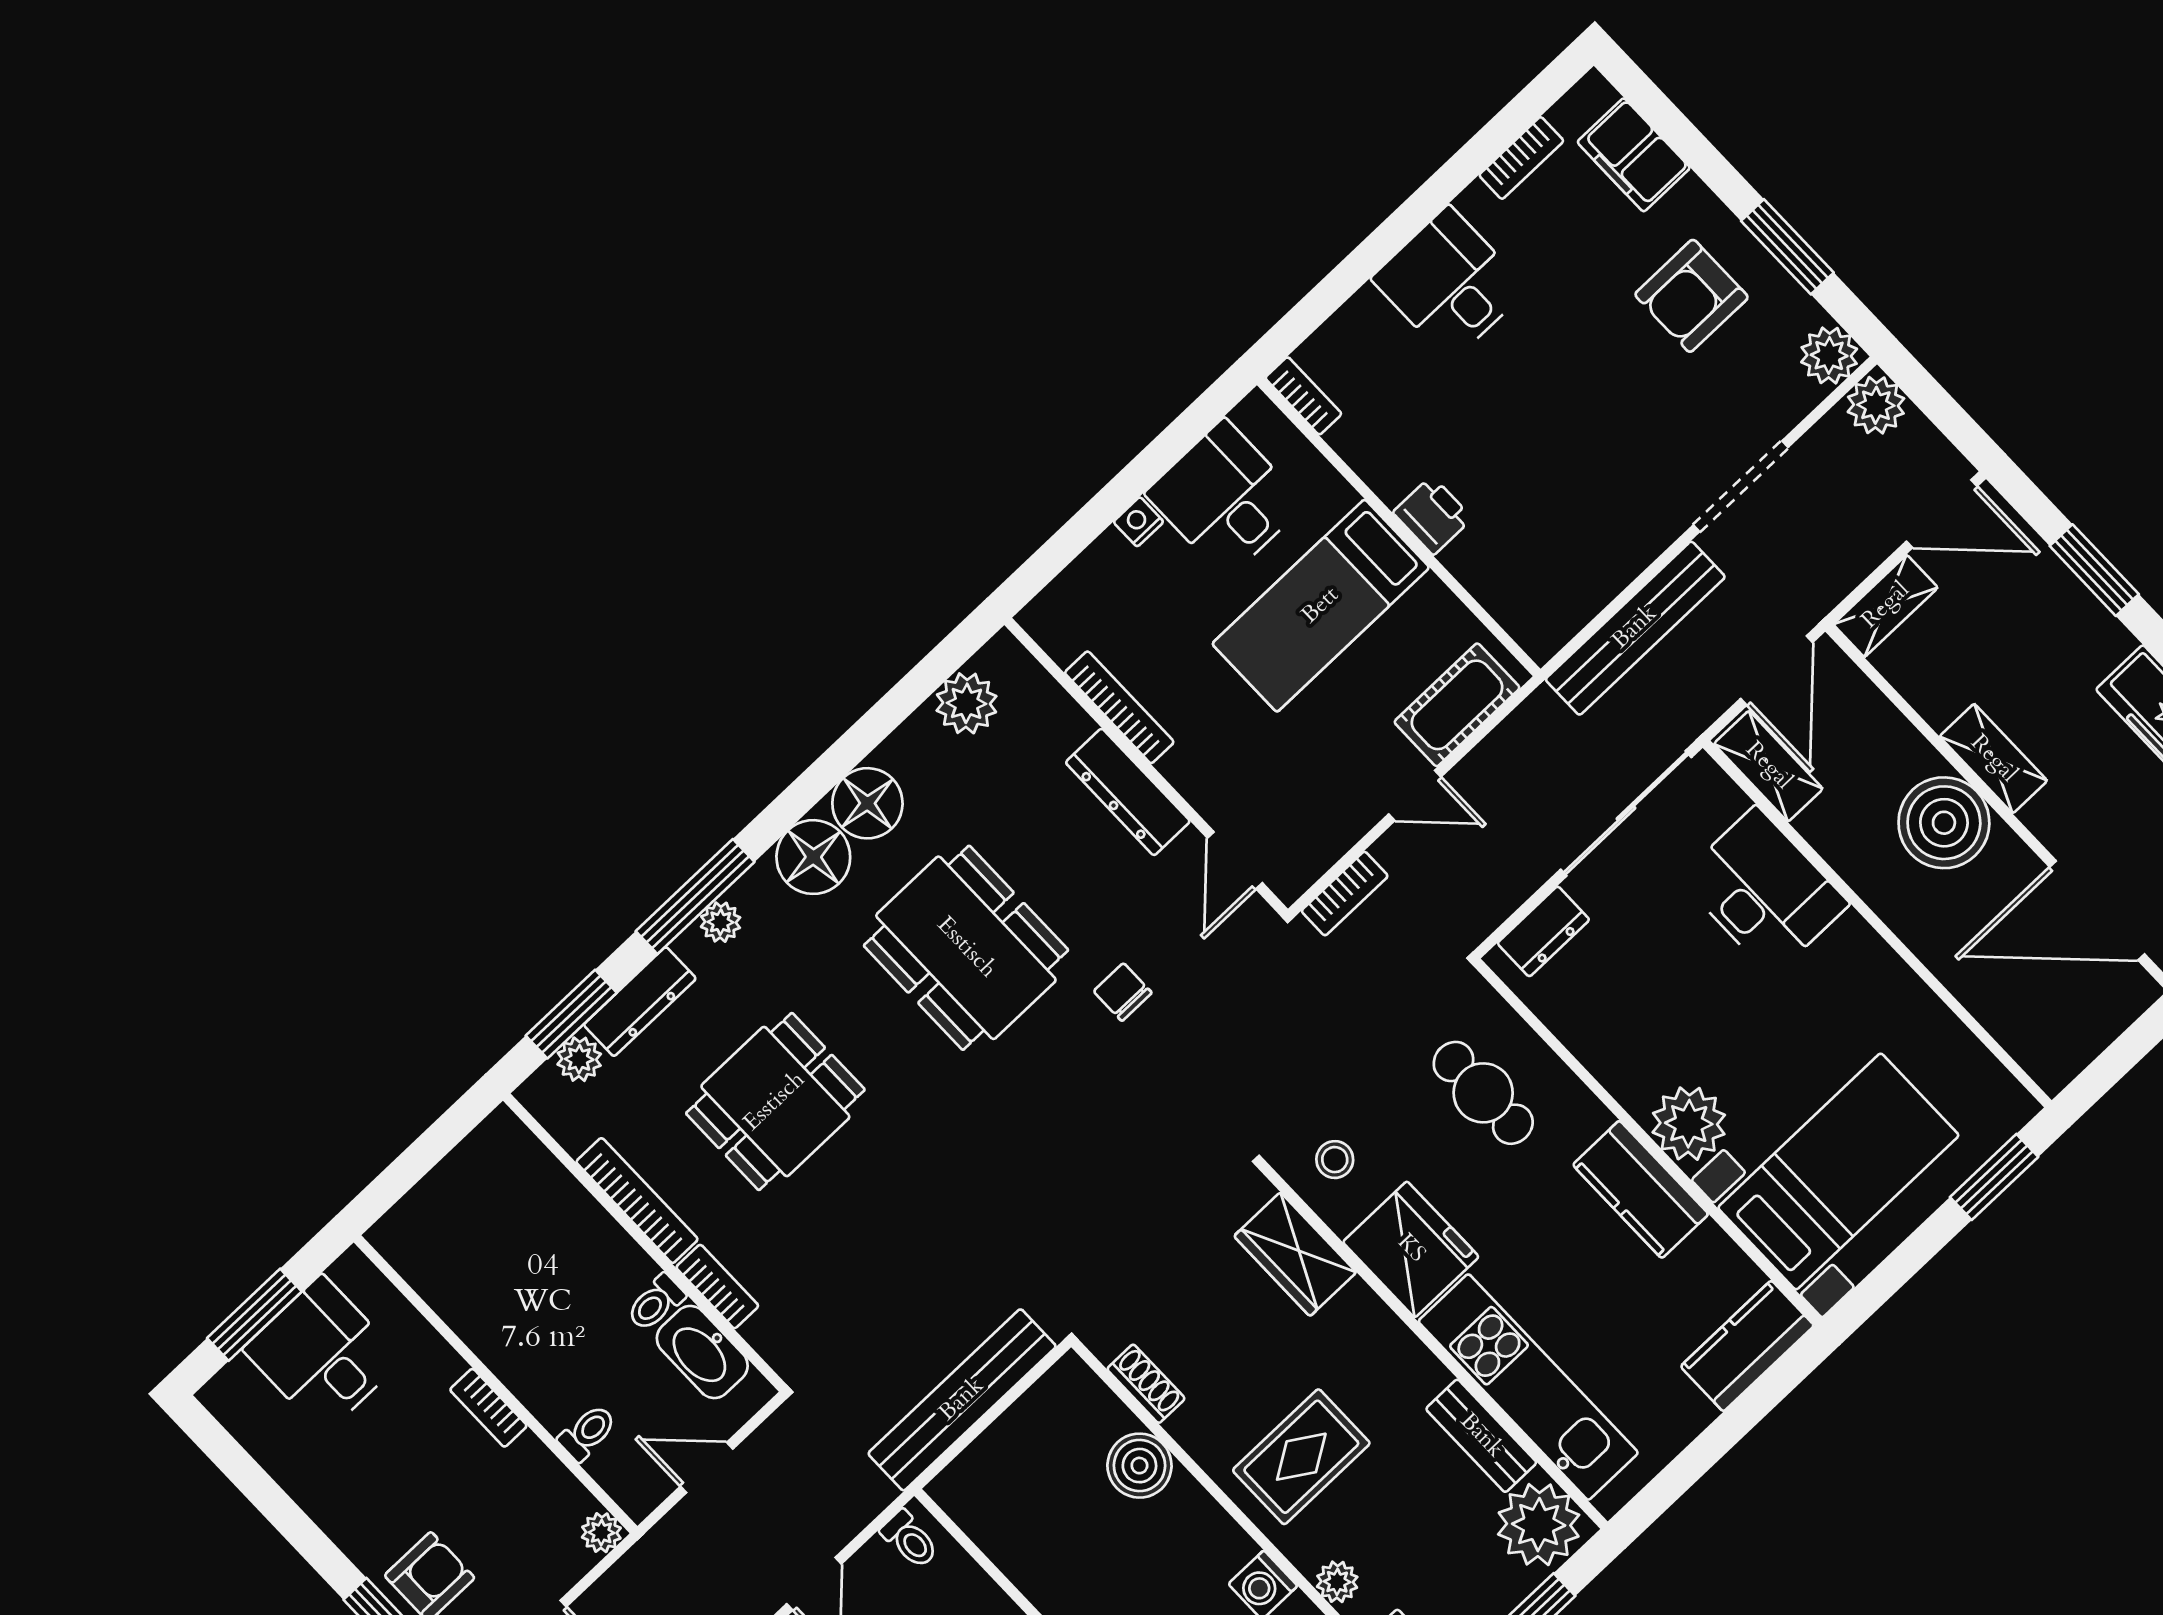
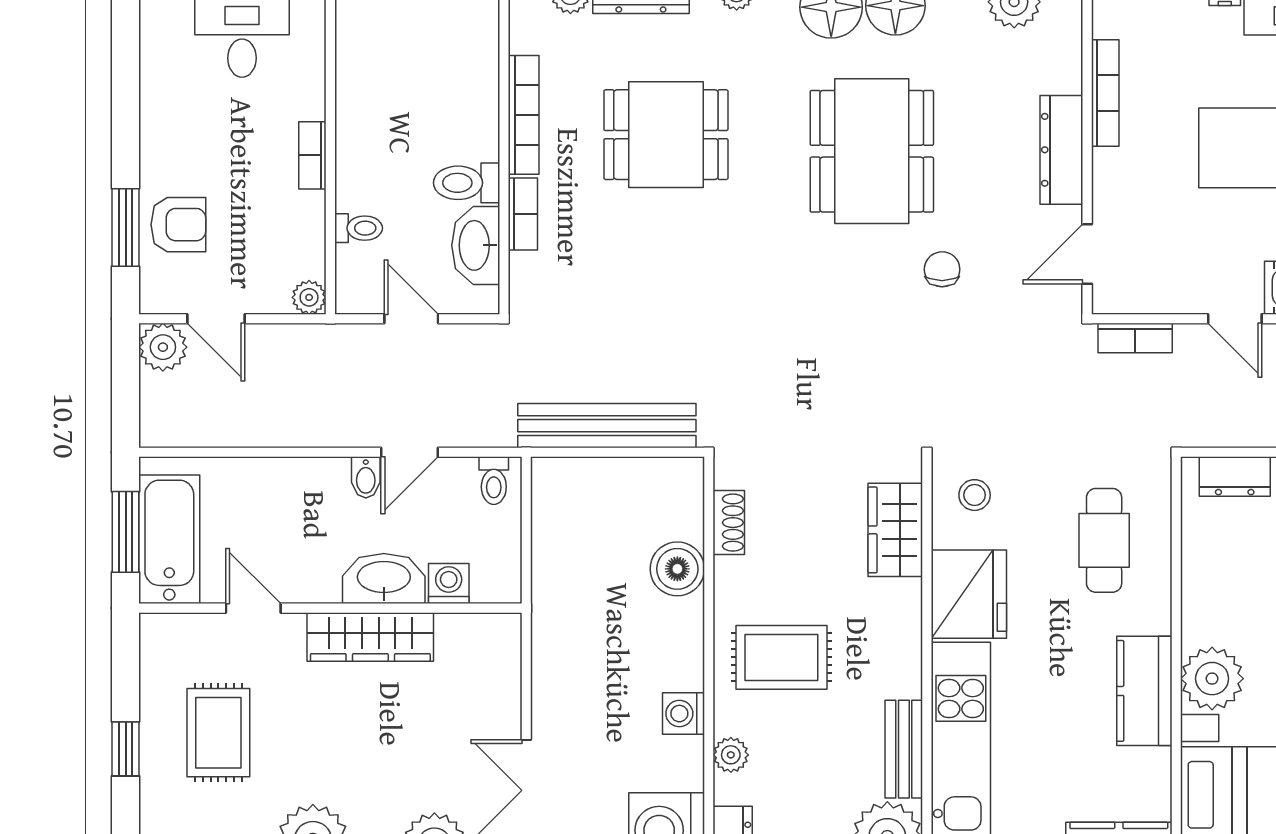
toilet: (656, 1303) -> (467, 183), width x1.37, depth x1.39

